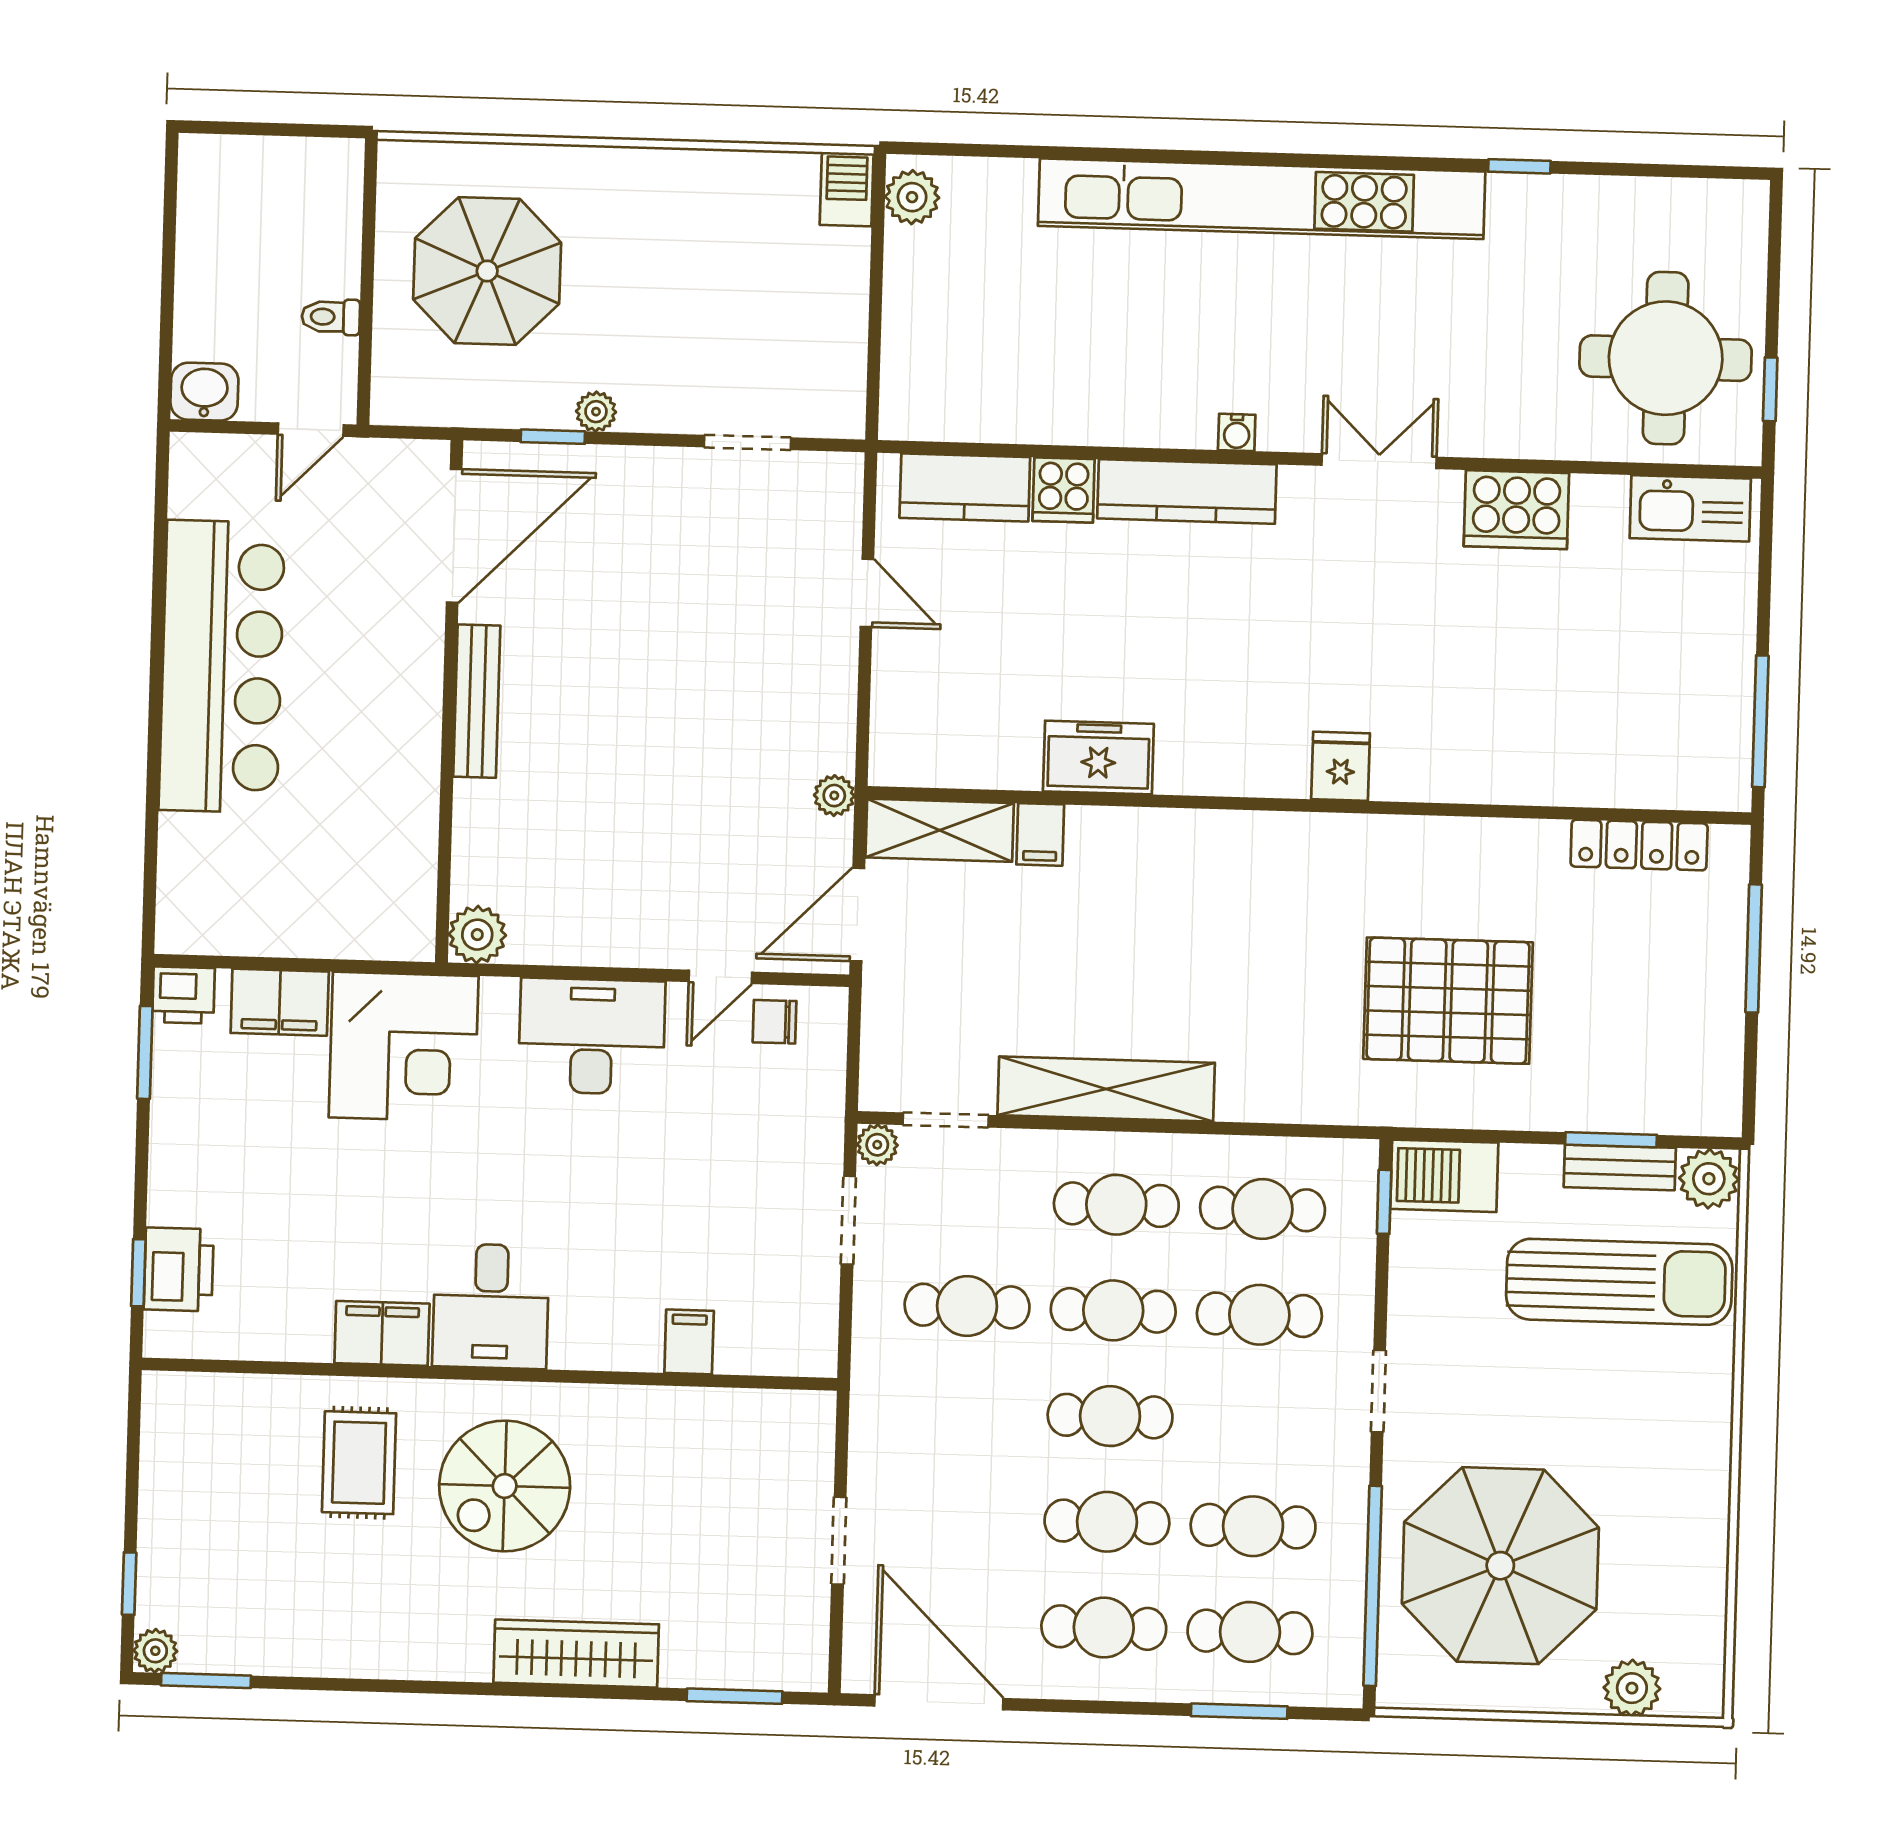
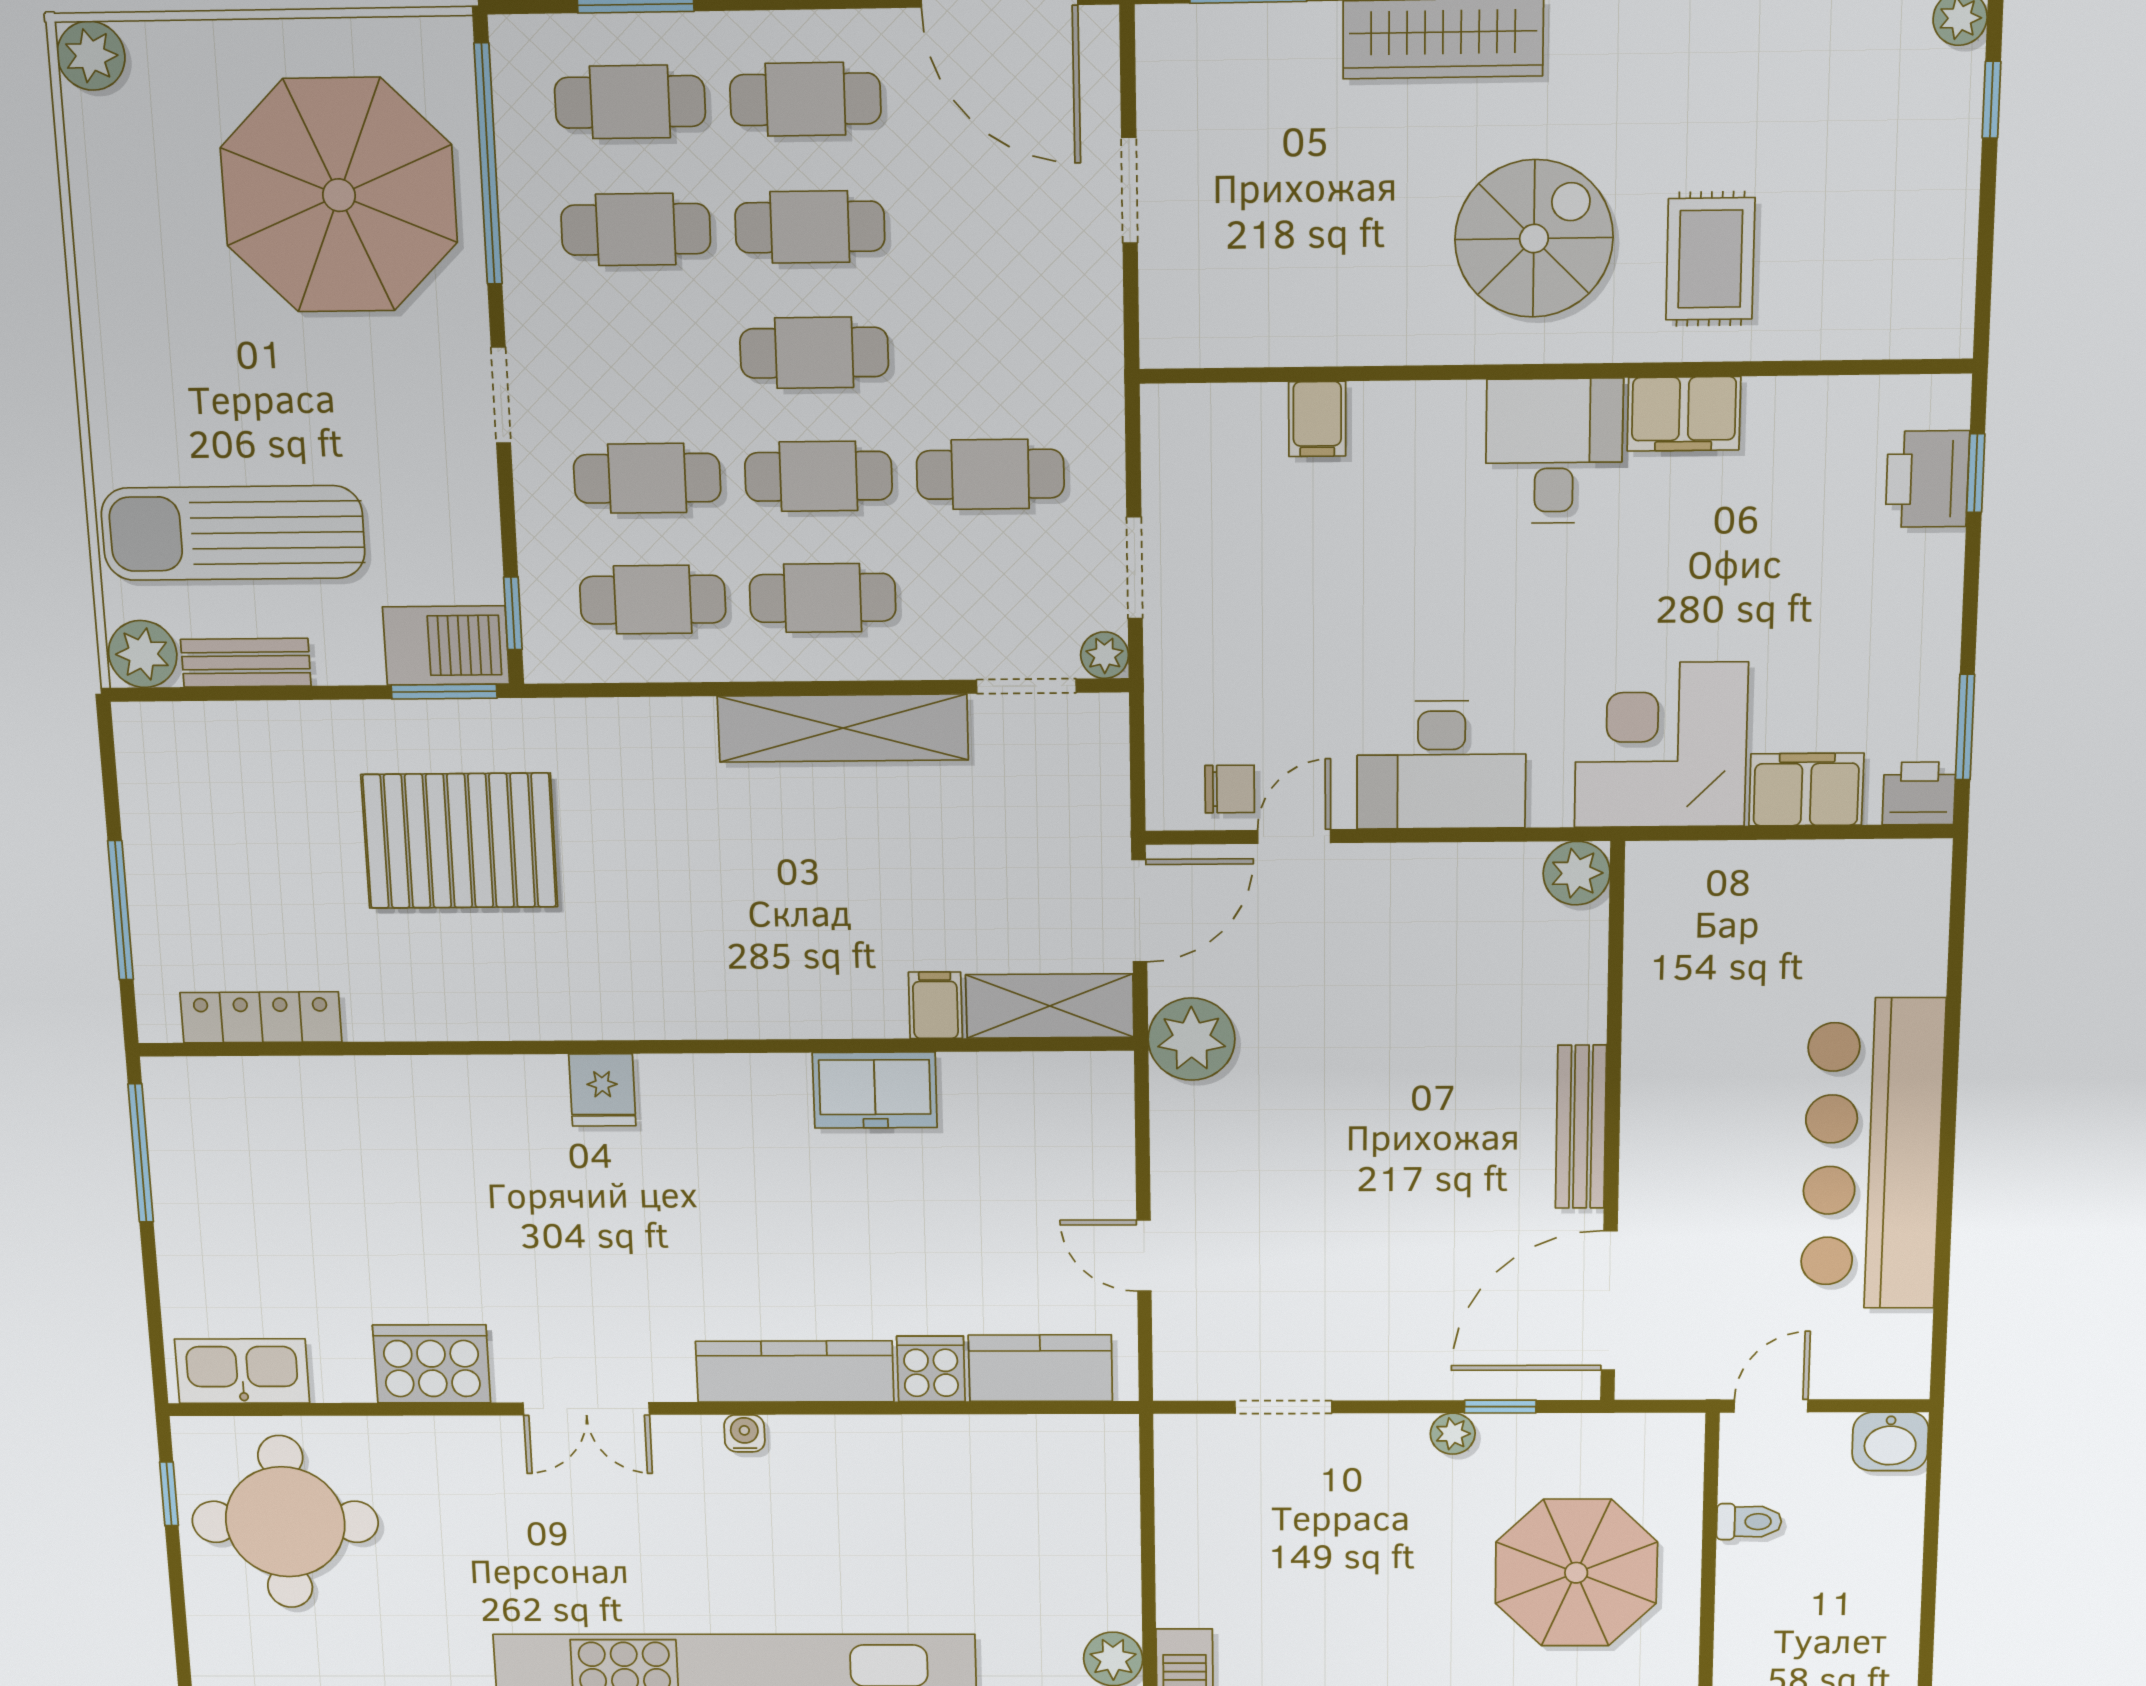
plant: (834, 796) -> (1192, 1039), width x1.87, depth x1.87
window: (1611, 1140) -> (444, 692), moved
plant: (1632, 1688) -> (91, 56), moved

